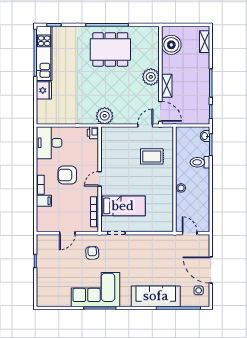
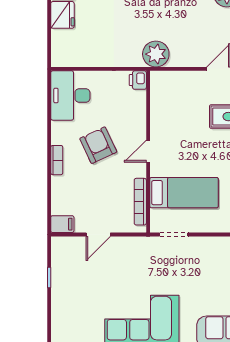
armchair: (67, 175) -> (98, 145), turned 65
filing cabinet: (44, 201) -> (62, 224), moved
armchair: (92, 253) -> (137, 265), removed

